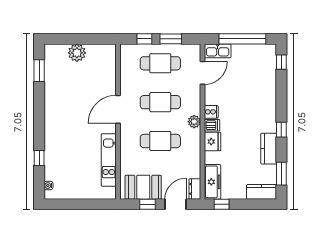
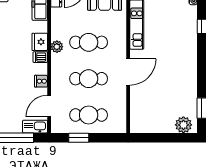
window: (144, 39) -> (103, 138), removed
plant: (77, 53) -> (183, 125), moved
cooker: (211, 112) -> (41, 81), moved
plant: (194, 122) -> (57, 47), moved

